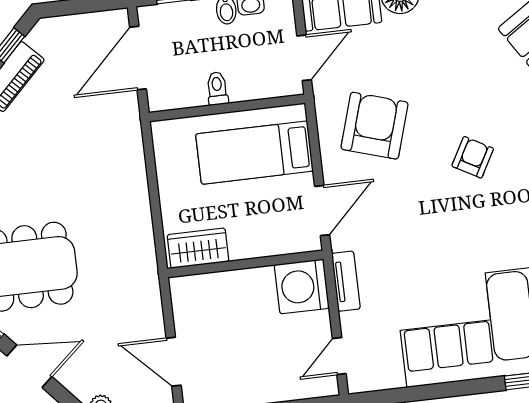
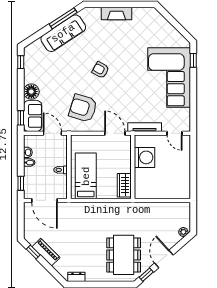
bed: (254, 153) -> (86, 176), moved, turned 180
tv unit: (346, 281) -> (145, 127), width x1.41
washing machine: (302, 286) -> (145, 157), moved, turned -90
door: (174, 362) -> (169, 200), removed

